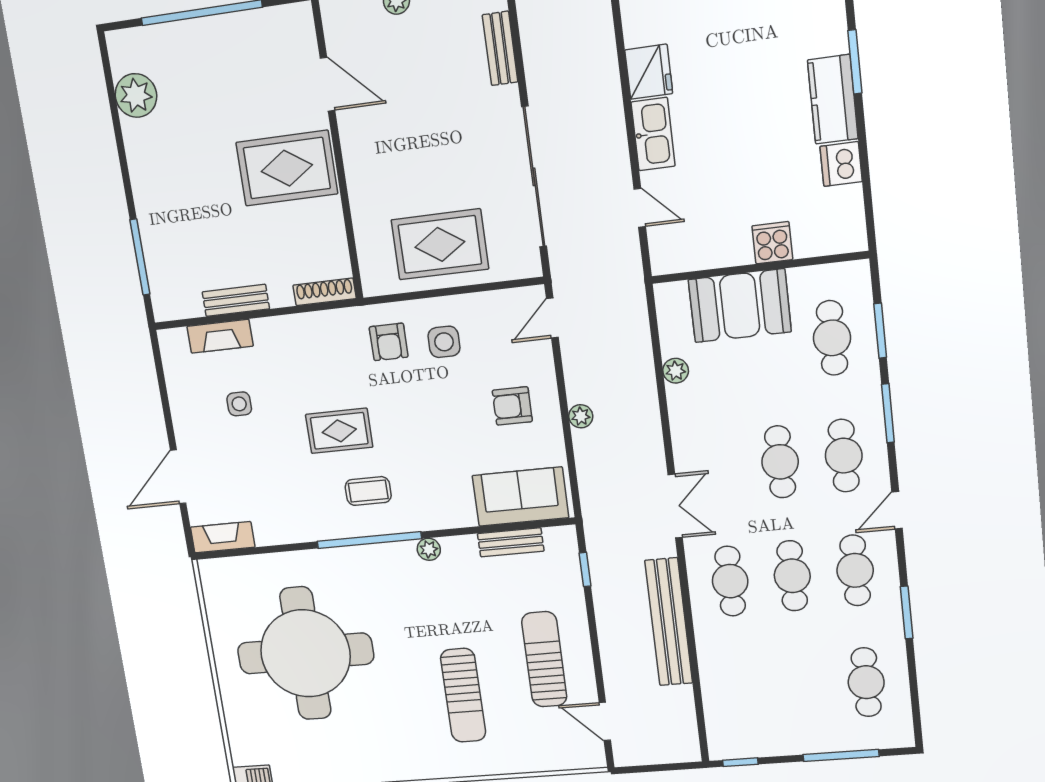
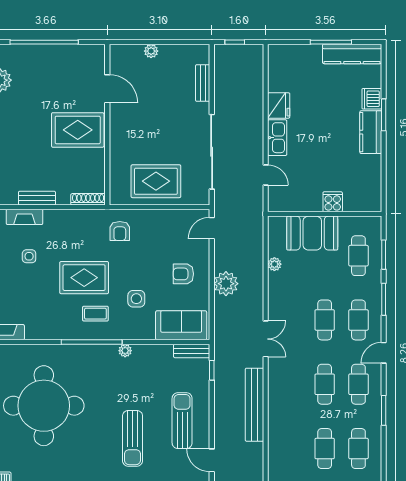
dishwasher: (841, 164) -> (372, 99), moved
side table: (444, 342) -> (136, 299), moved
plant: (581, 416) -> (226, 284), width x1.88, depth x1.88
rug: (339, 431) -> (84, 278), width x1.36, depth x1.43
bench: (511, 542) -> (192, 351), moved
cafe table: (730, 581) -> (325, 449), moved

